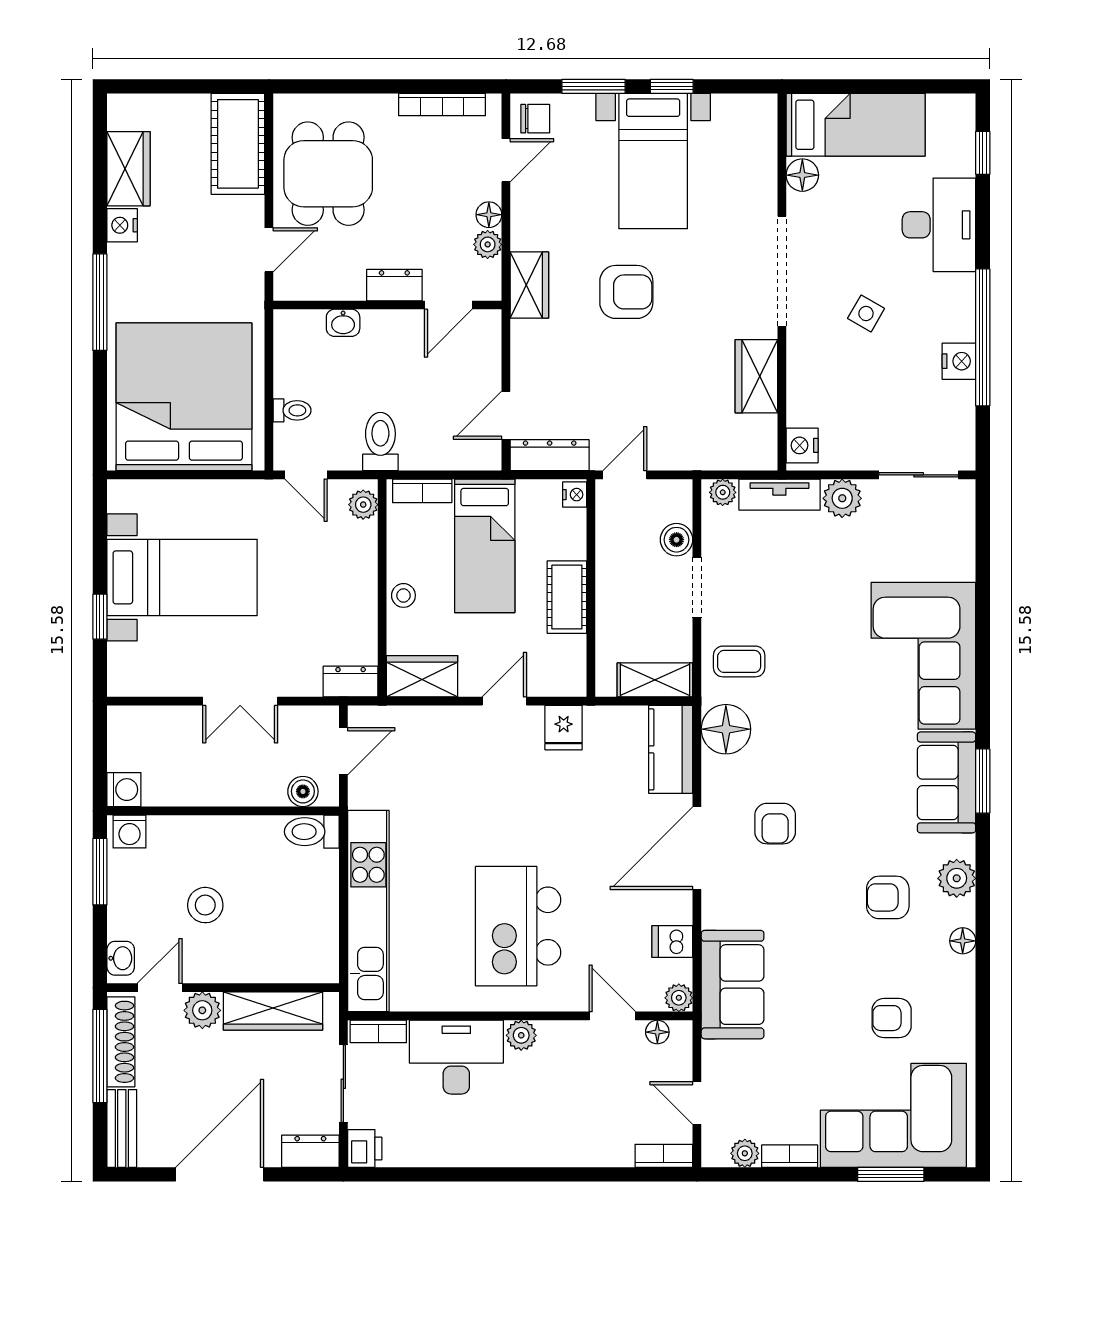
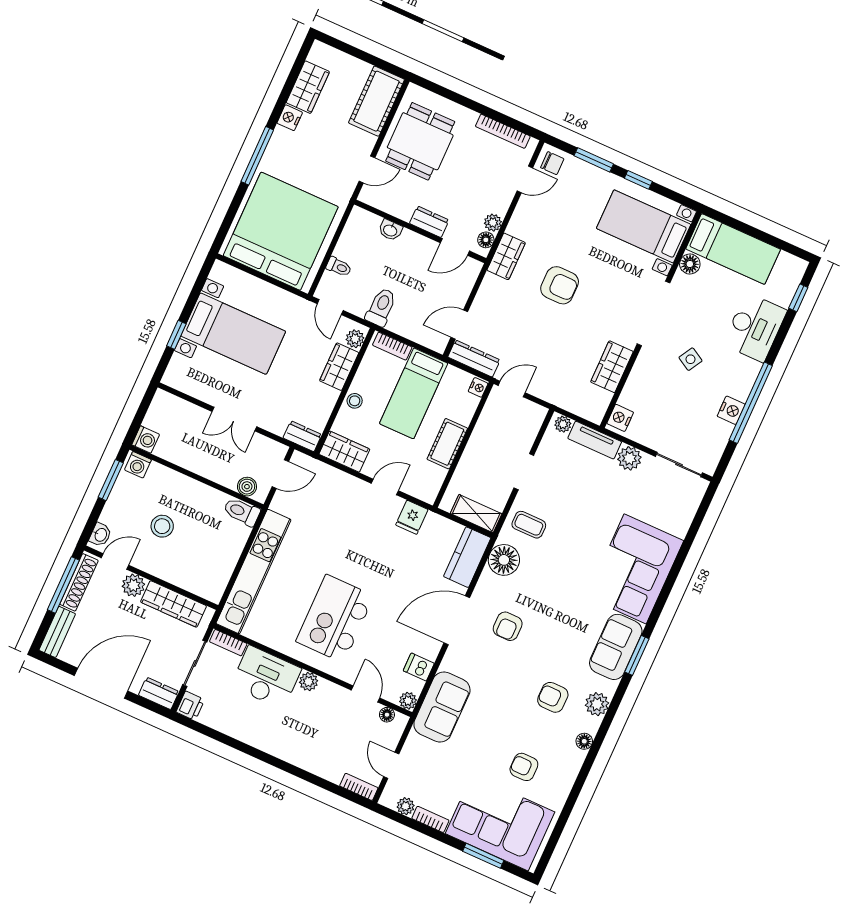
bed with nightstands: (653, 161) -> (644, 226), moved, turned 90
floor lamp: (489, 215) -> (486, 240), moved
boiler: (677, 540) -> (524, 439), removed
wardrobe: (358, 556) -> (339, 367), added

